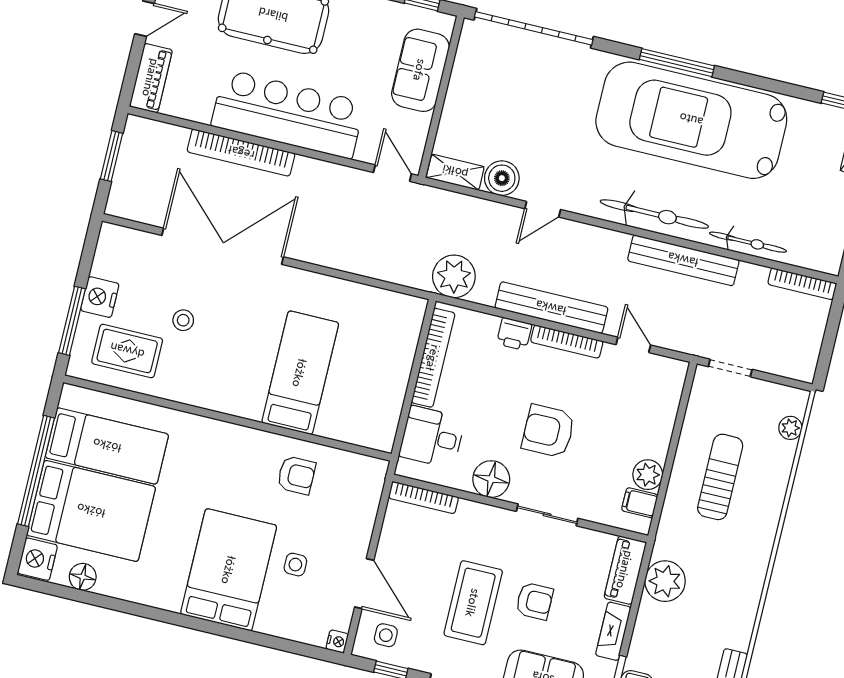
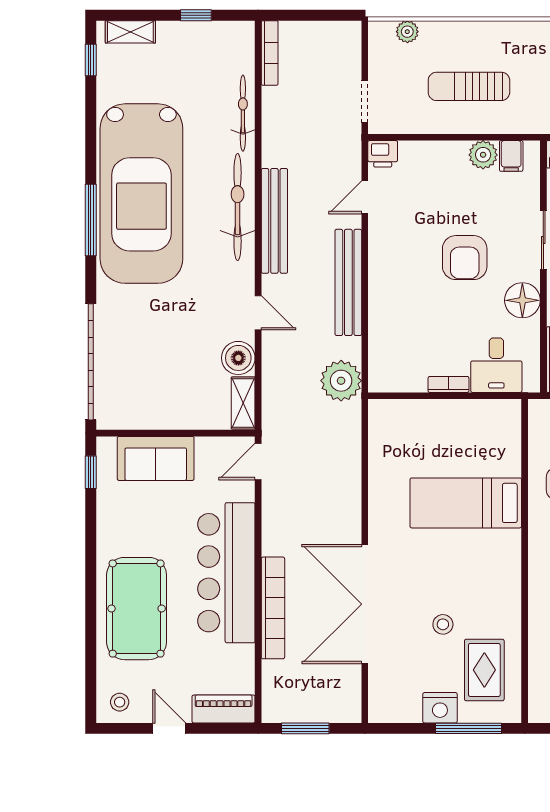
bench: (683, 260) -> (274, 221), moved
printer: (514, 334) -> (383, 154), moved, turned 90
bookcase: (567, 342) -> (377, 260), removed
bookcase: (433, 358) -> (449, 384), width x0.43, depth x0.76

